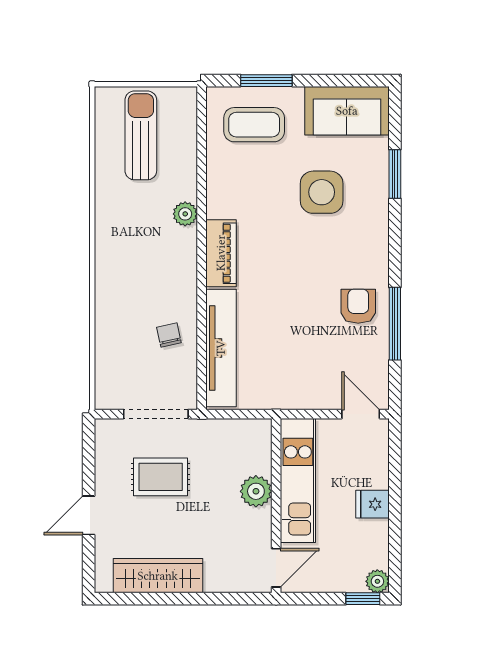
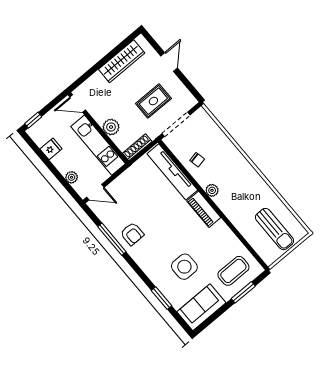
plant: (185, 214) -> (212, 190), moved
shoe rack: (242, 428) -> (137, 147), added
fridge: (372, 504) -> (51, 149), moved
door: (276, 568) -> (78, 104), hinge flipped
plant: (377, 581) -> (72, 177), moved

